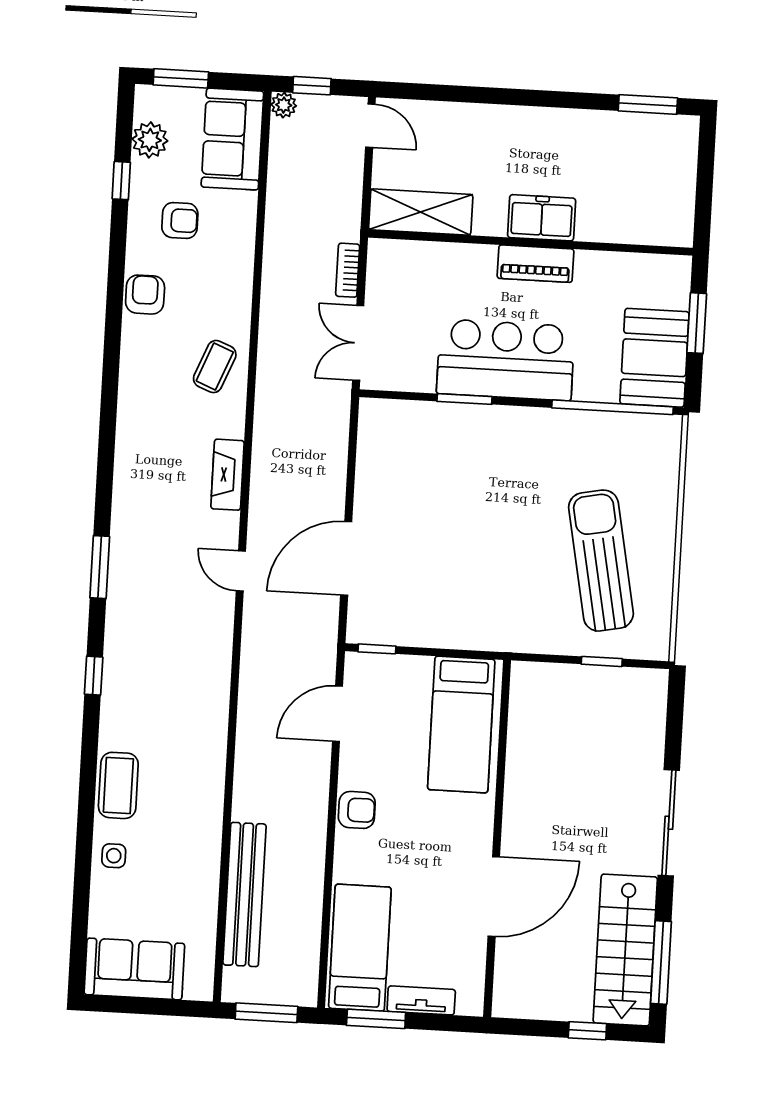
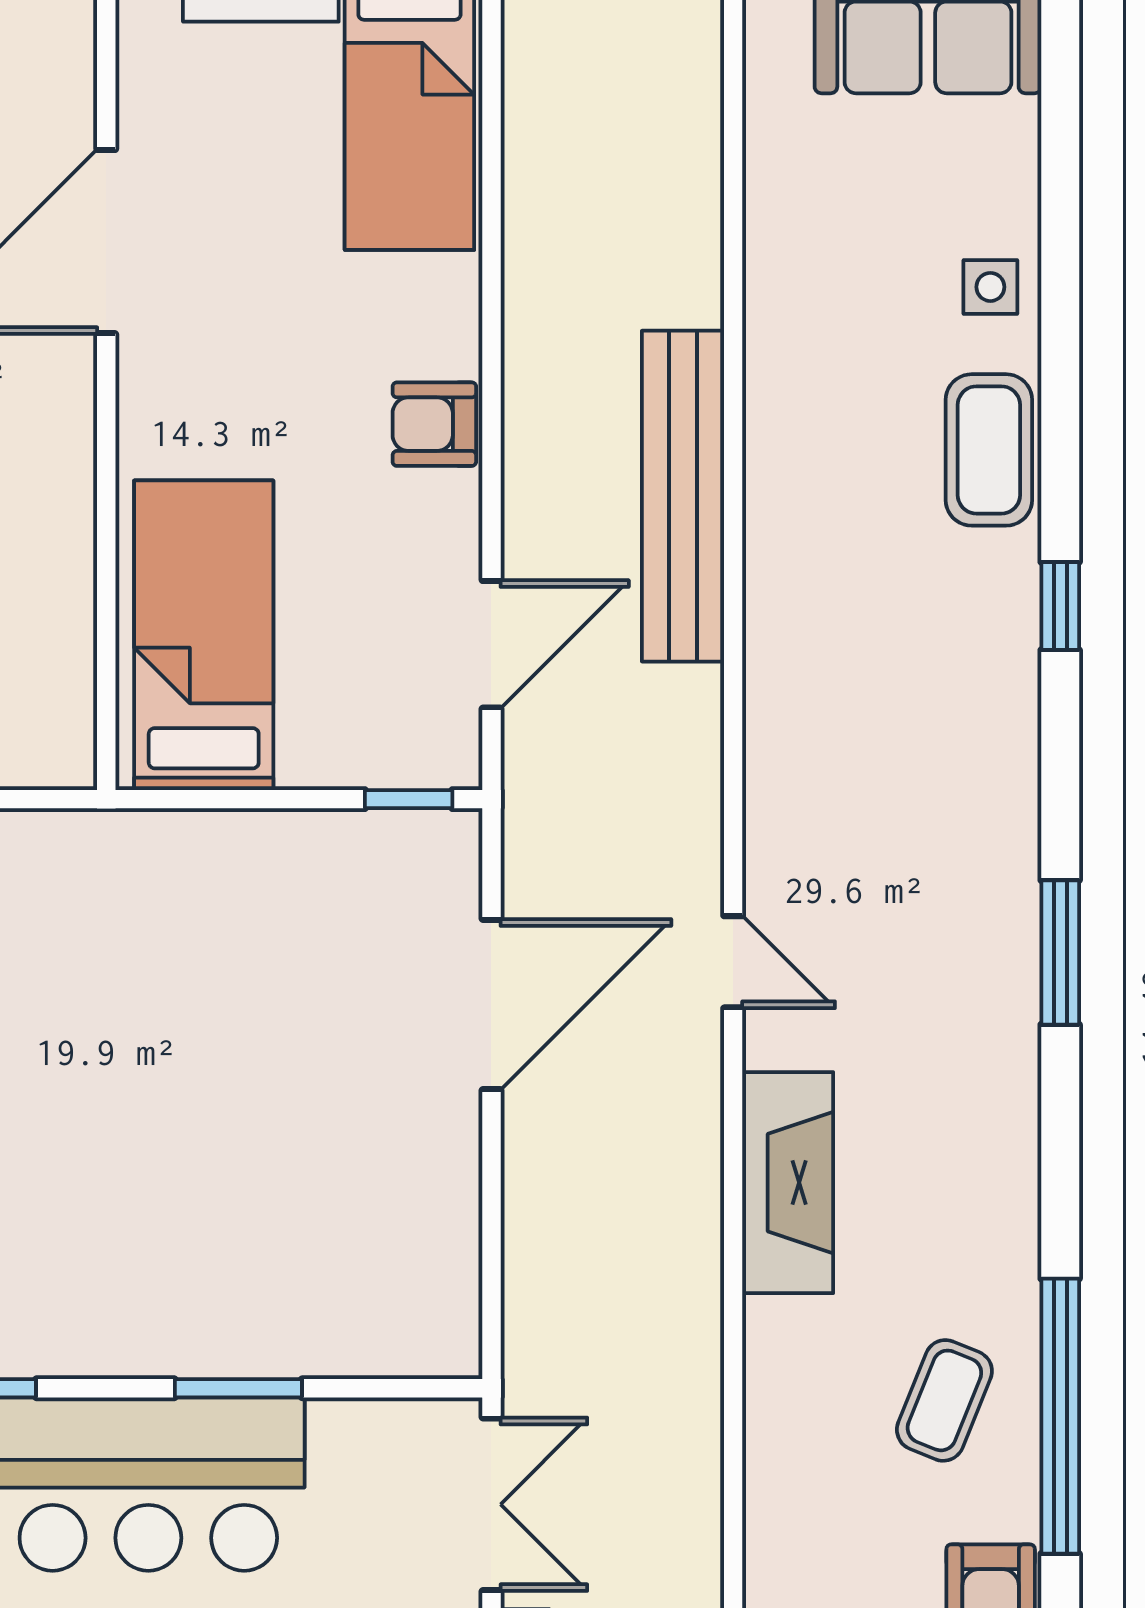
window: (111, 367) -> (1060, 1416), added
coffee table: (215, 367) -> (944, 1400), moved
fireplace: (227, 475) -> (788, 1183), width x1.37, depth x1.32
window: (94, 676) -> (1060, 606), moved
bench: (245, 894) -> (683, 496), moved

